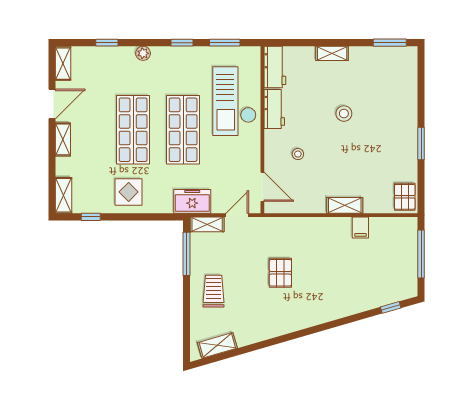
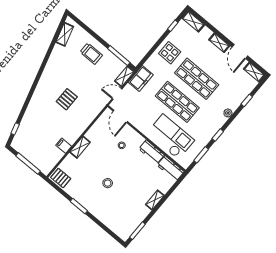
stool: (344, 114) -> (108, 183), moved
door: (262, 187) -> (120, 116), hinge flipped
door: (237, 215) -> (117, 94), swing flipped
pallet: (280, 273) -> (67, 99), moved, turned 90

